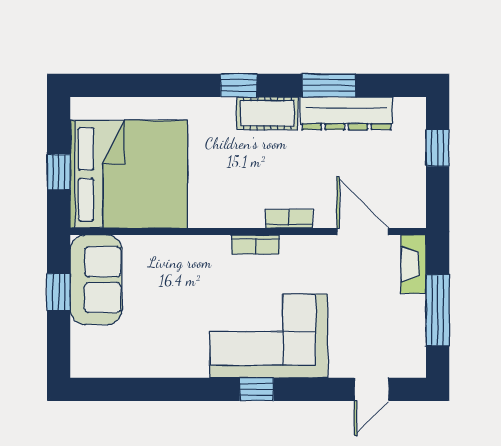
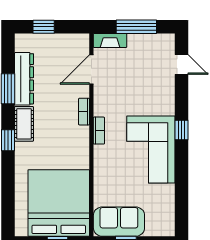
corner sofa: (269, 336) -> (151, 150), moved

